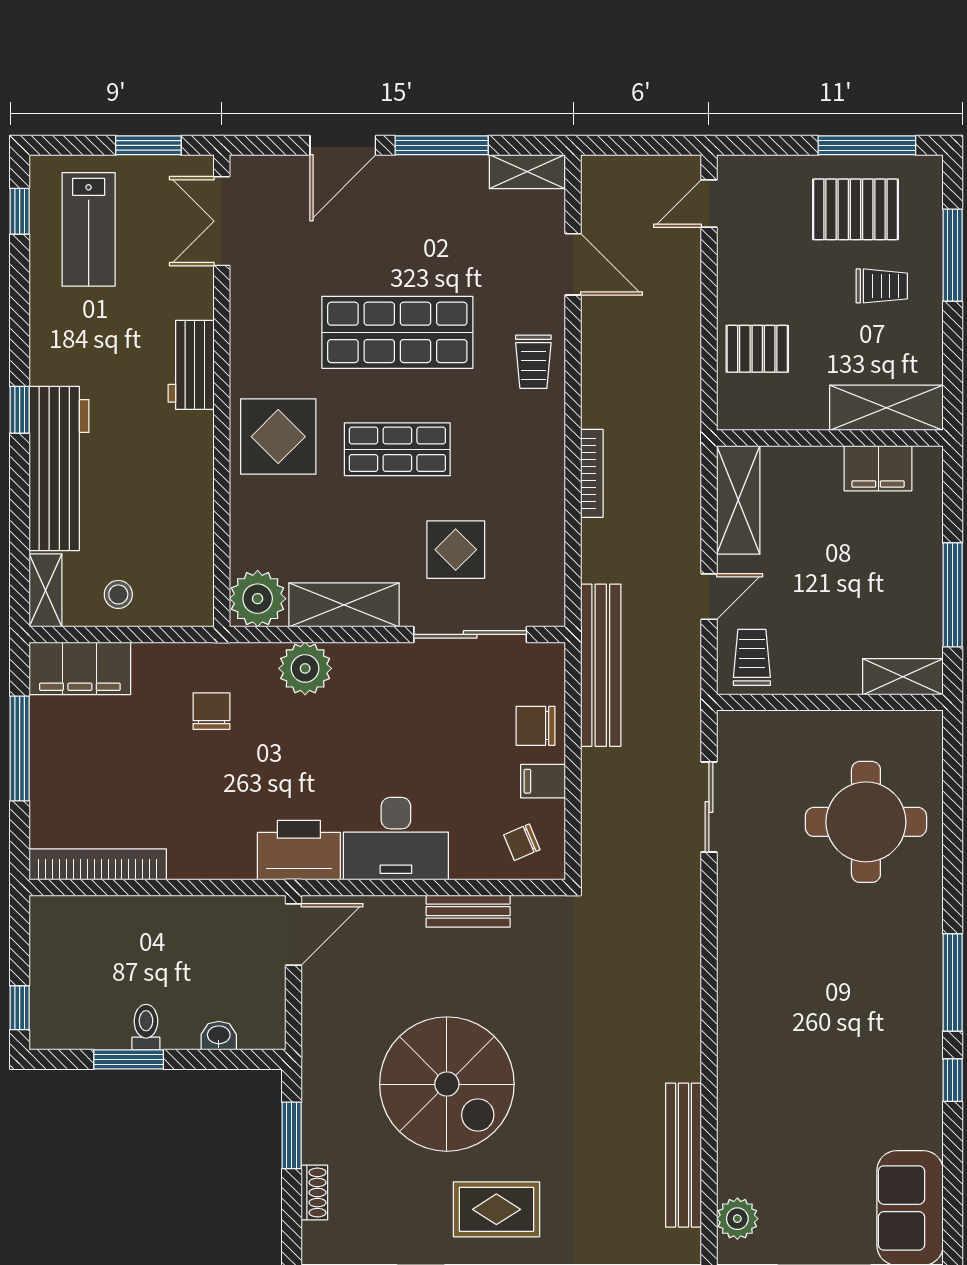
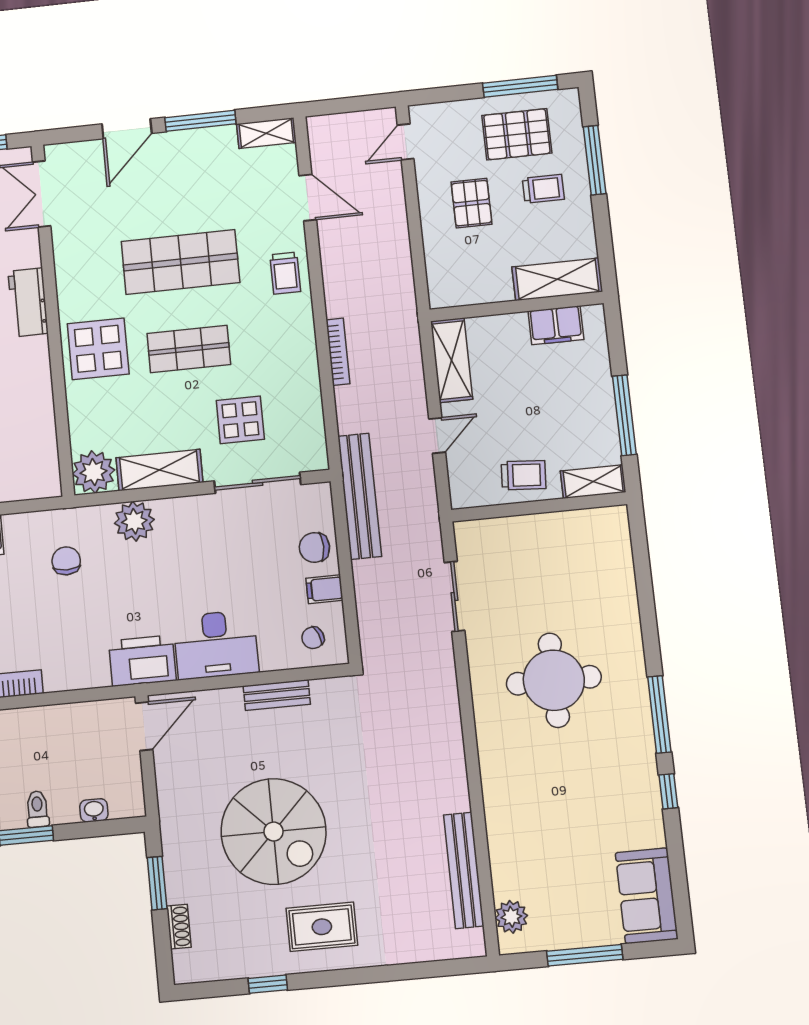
pallet: (757, 349) -> (472, 203), moved, turned 90
trolley: (752, 657) -> (524, 475), moved, turned 94
round table: (866, 822) -> (554, 680), moved

